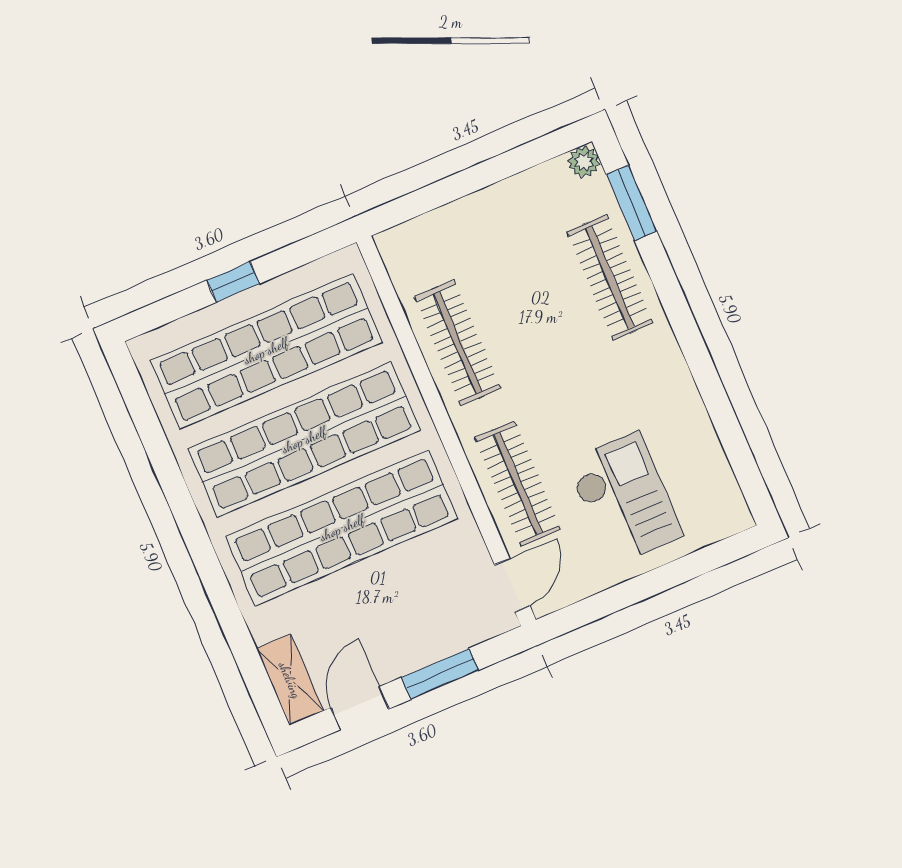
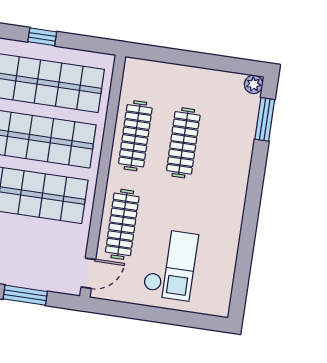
clothes rail: (610, 277) -> (183, 143), moved

